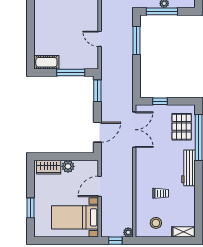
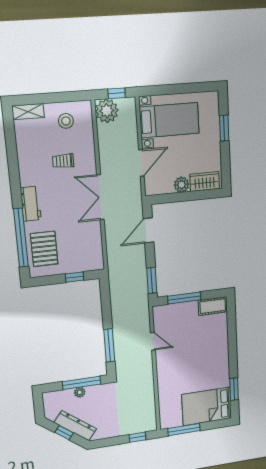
double door: (134, 130) -> (100, 197), moved
workbench: (188, 168) -> (31, 204), width x0.73
plant: (128, 232) -> (107, 111), width x1.87, depth x1.87

